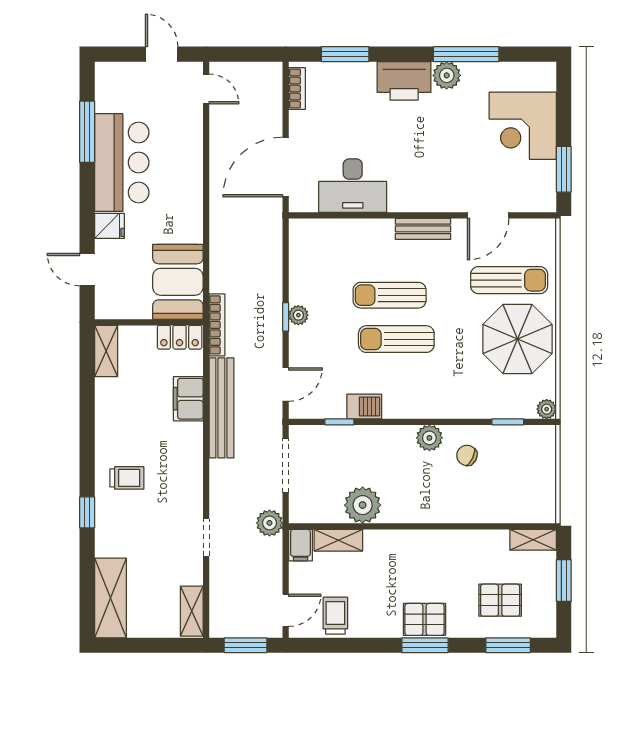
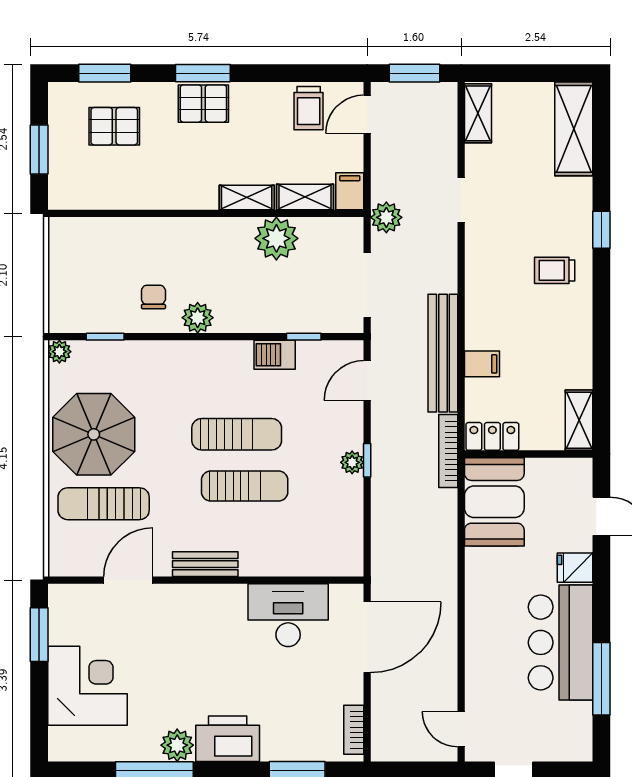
filing cabinet: (188, 399) -> (482, 364), width x0.50
chair: (467, 455) -> (153, 297), turned -116
shelving: (533, 540) -> (247, 198), moved

